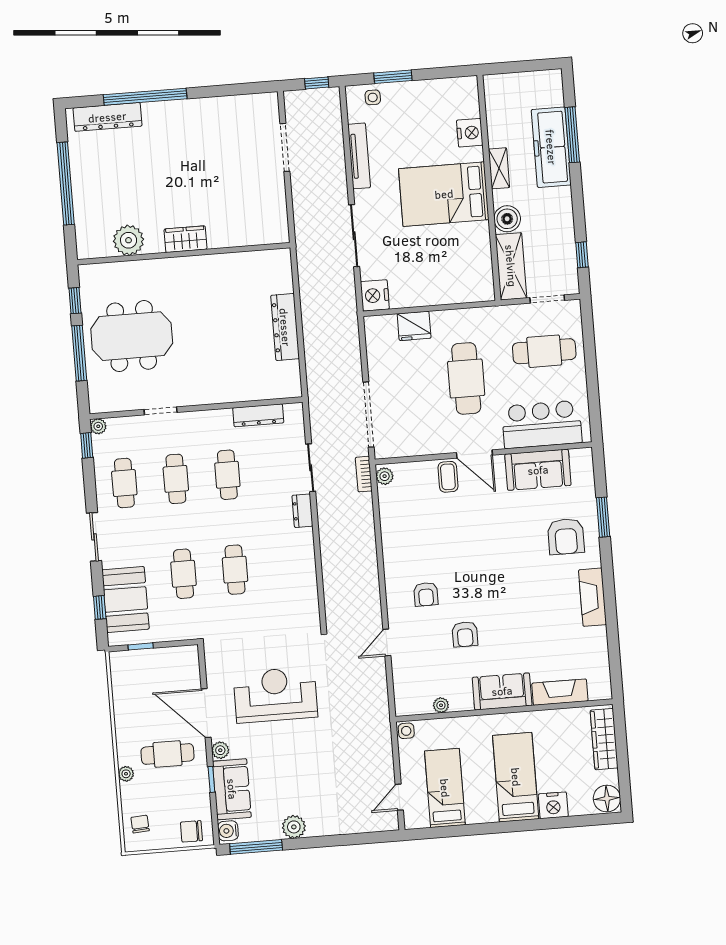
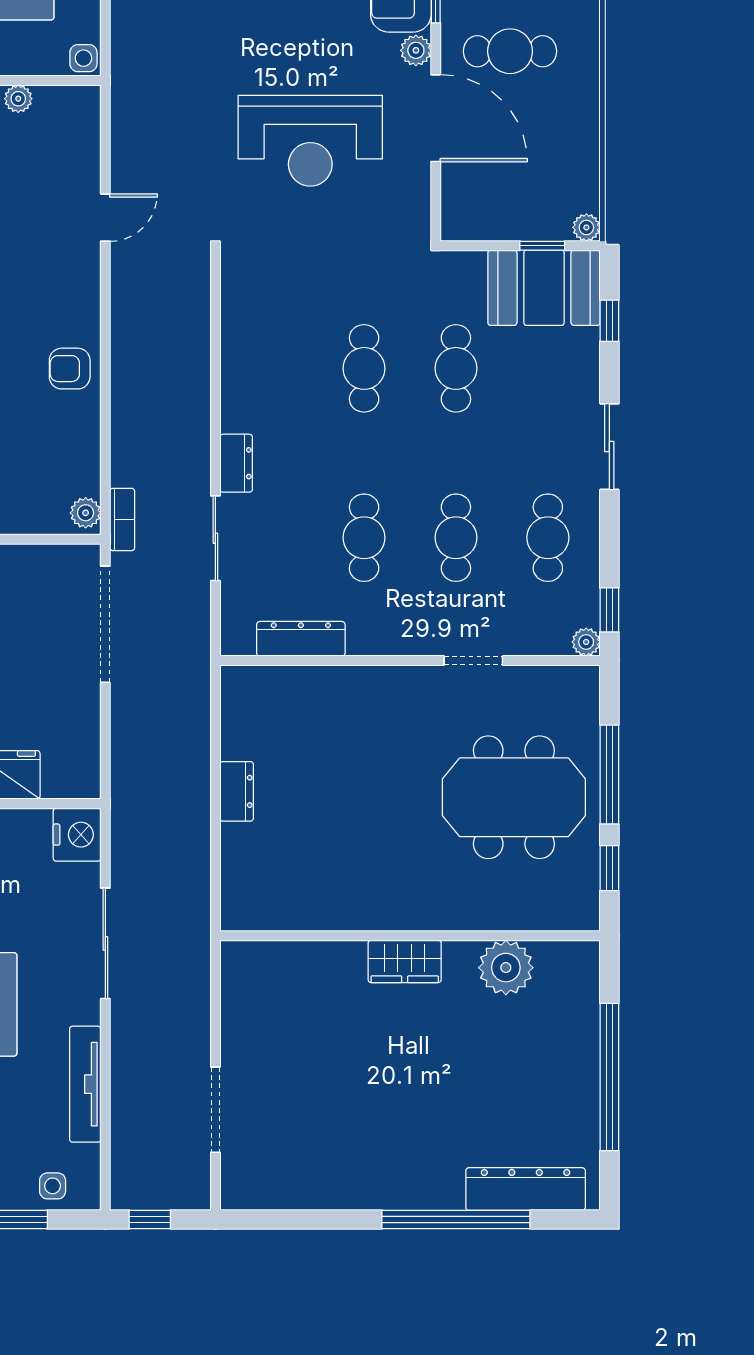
dresser: (285, 327) -> (237, 791), width x0.51, depth x0.80
armchair: (426, 594) -> (70, 369), moved, turned -90
booth: (125, 599) -> (544, 288), moved, turned 90
plant: (126, 774) -> (586, 227), moved

